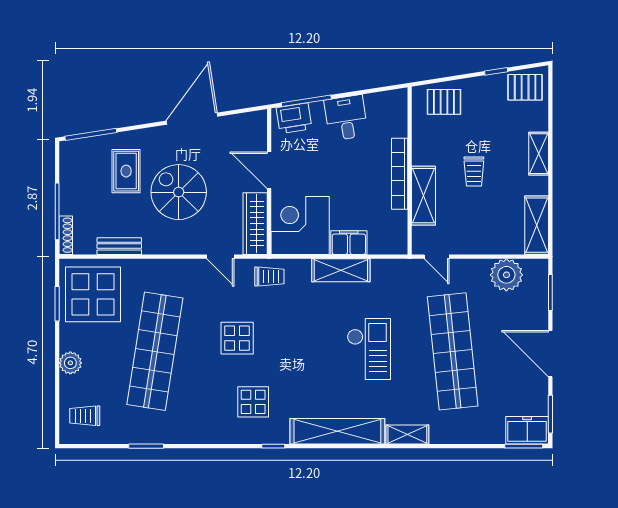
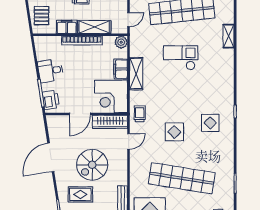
door: (192, 119) -> (51, 157), hinge flipped
filing cabinet: (424, 147) -> (67, 27), added
plant: (397, 243) -> (121, 42), added
shelving: (337, 431) -> (227, 76), removed

